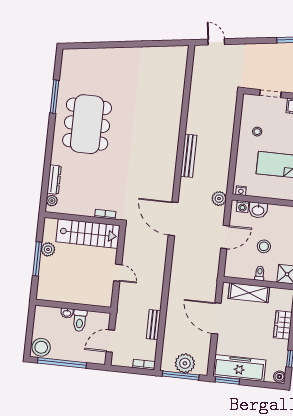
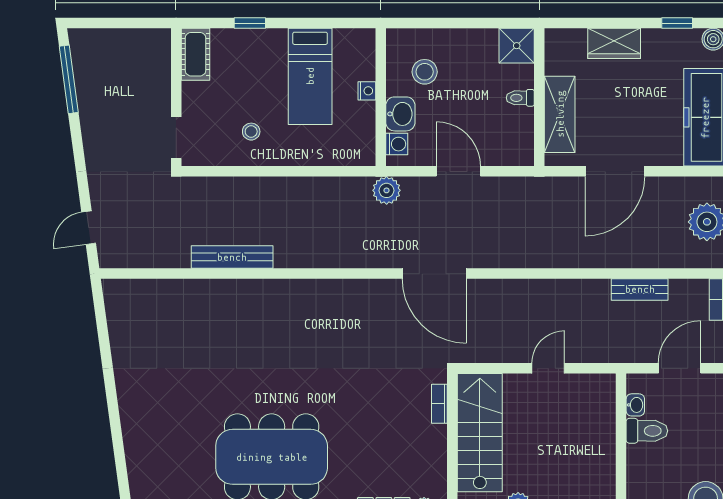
doorway: (270, 94) -> (176, 138), moved
bench: (189, 156) -> (232, 257), moved
nightstand: (241, 191) -> (367, 91), moved
door: (173, 219) -> (434, 274), hinge flipped
stool: (264, 246) -> (425, 72), moved
washbasin: (67, 313) -> (635, 405), moved
door: (110, 341) -> (680, 368), swing flipped

